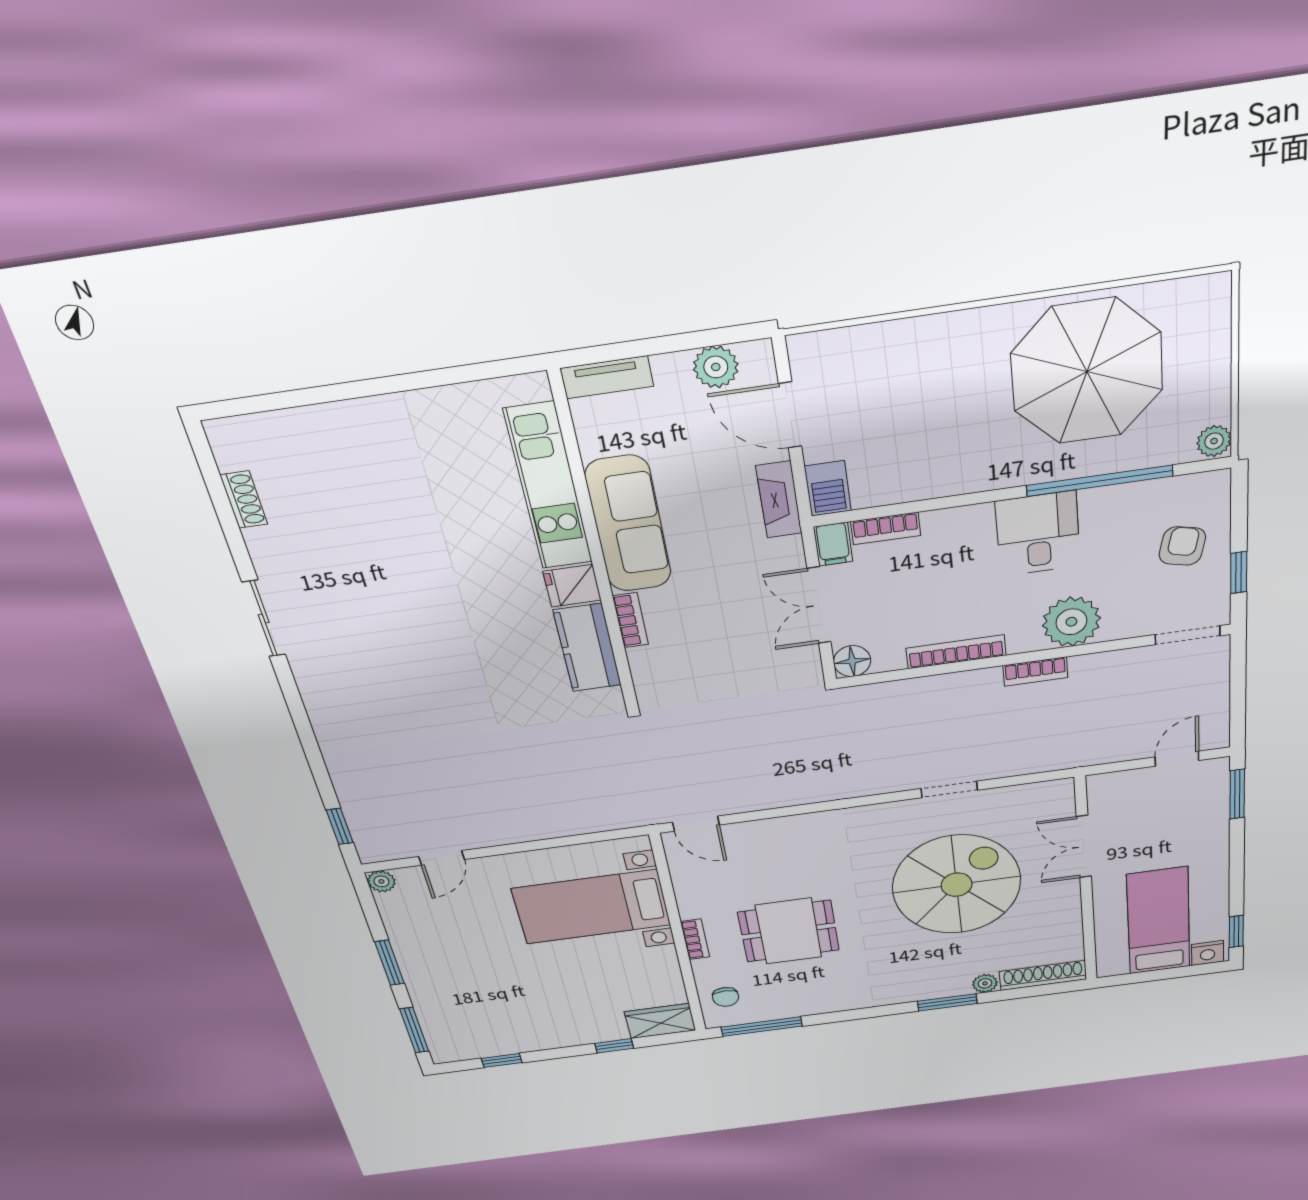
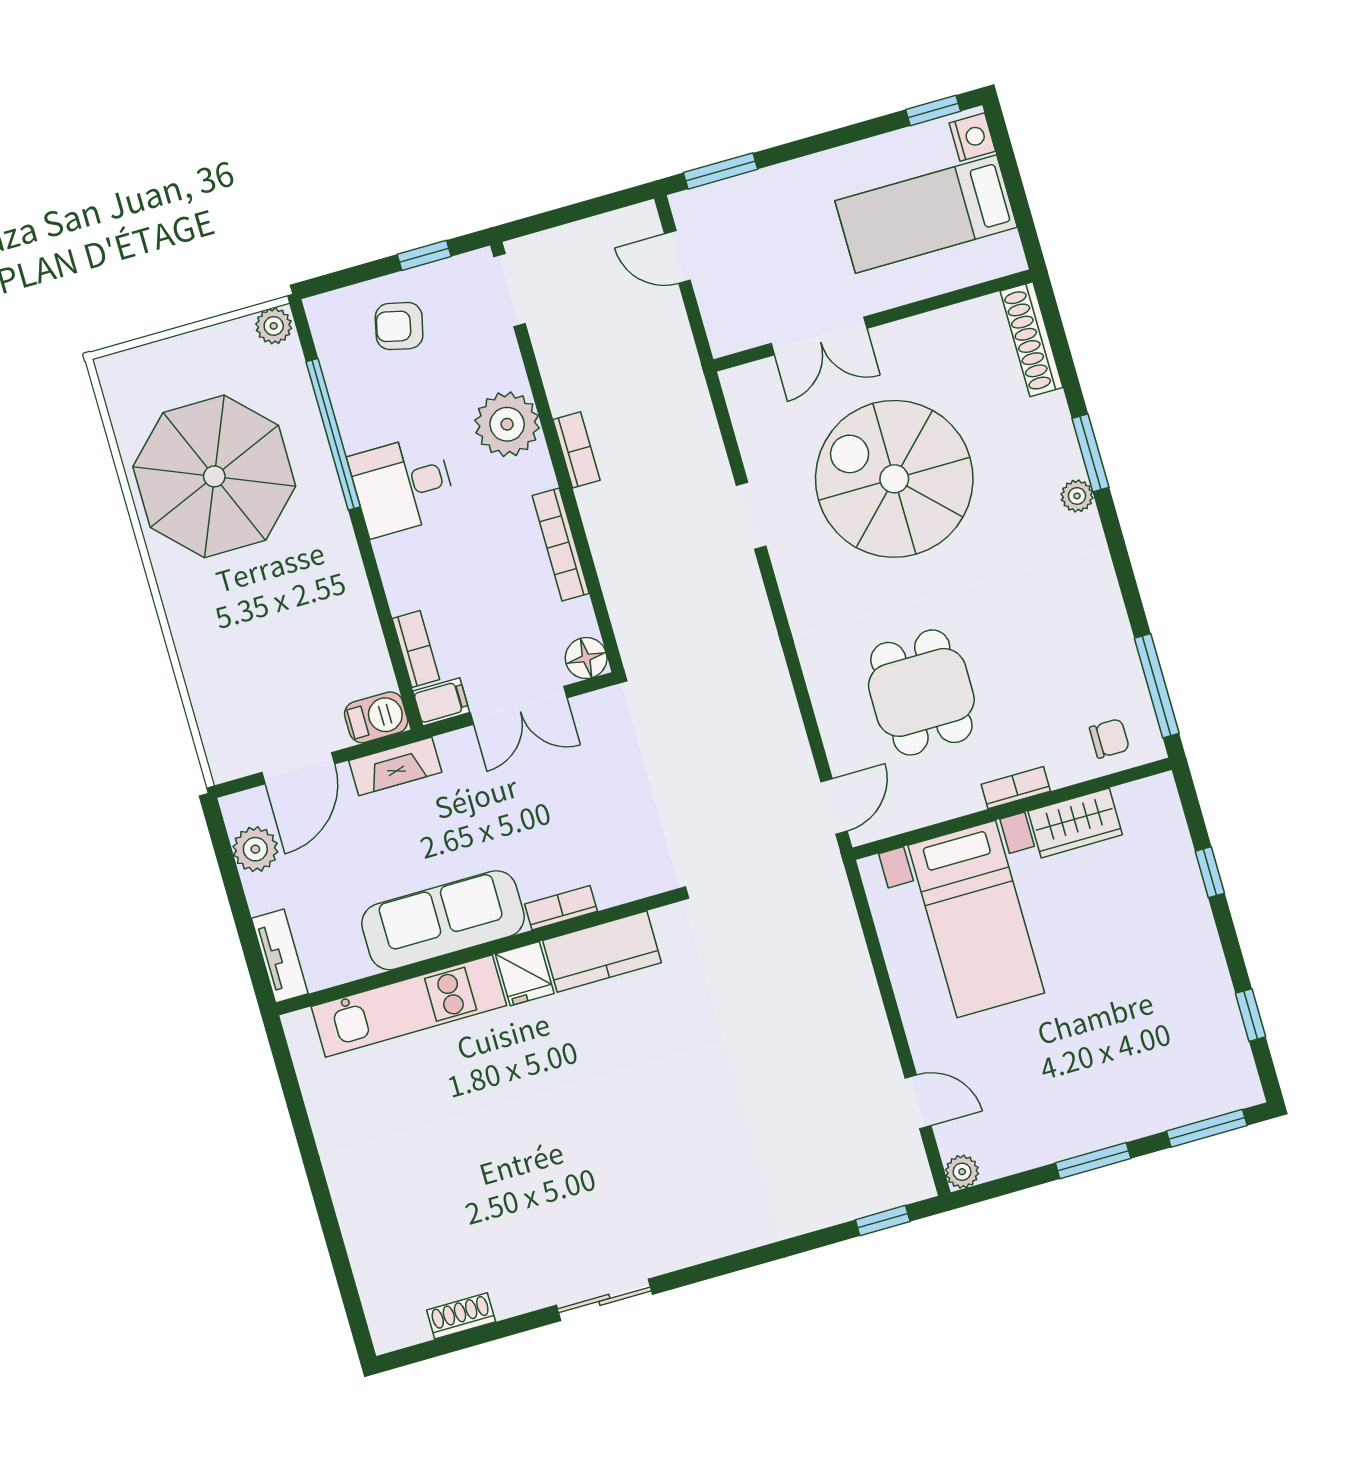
dining table: (789, 931) -> (921, 692), moved
plant: (985, 983) -> (1077, 496), moved
wardrobe: (660, 1021) -> (1075, 823), moved, turned -90

